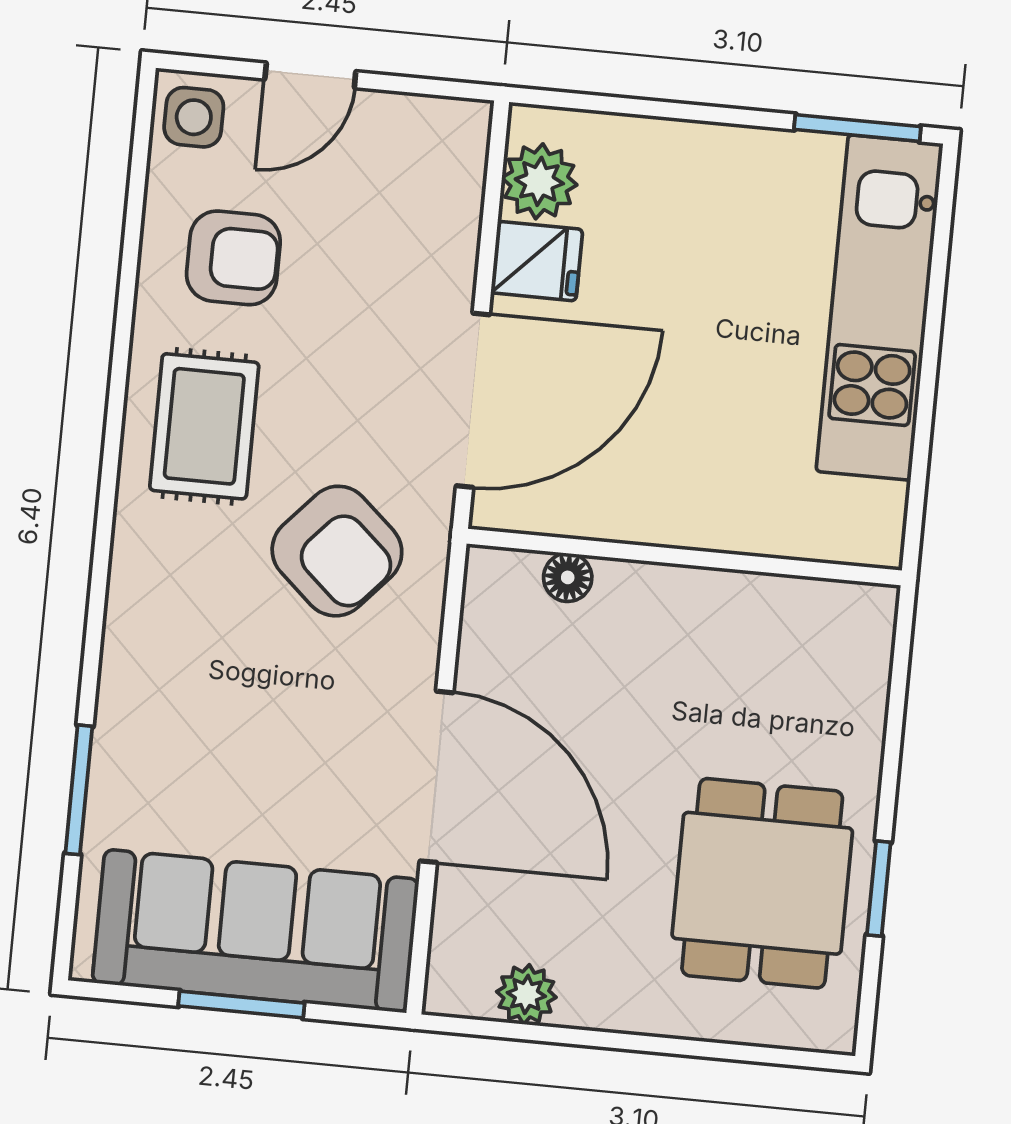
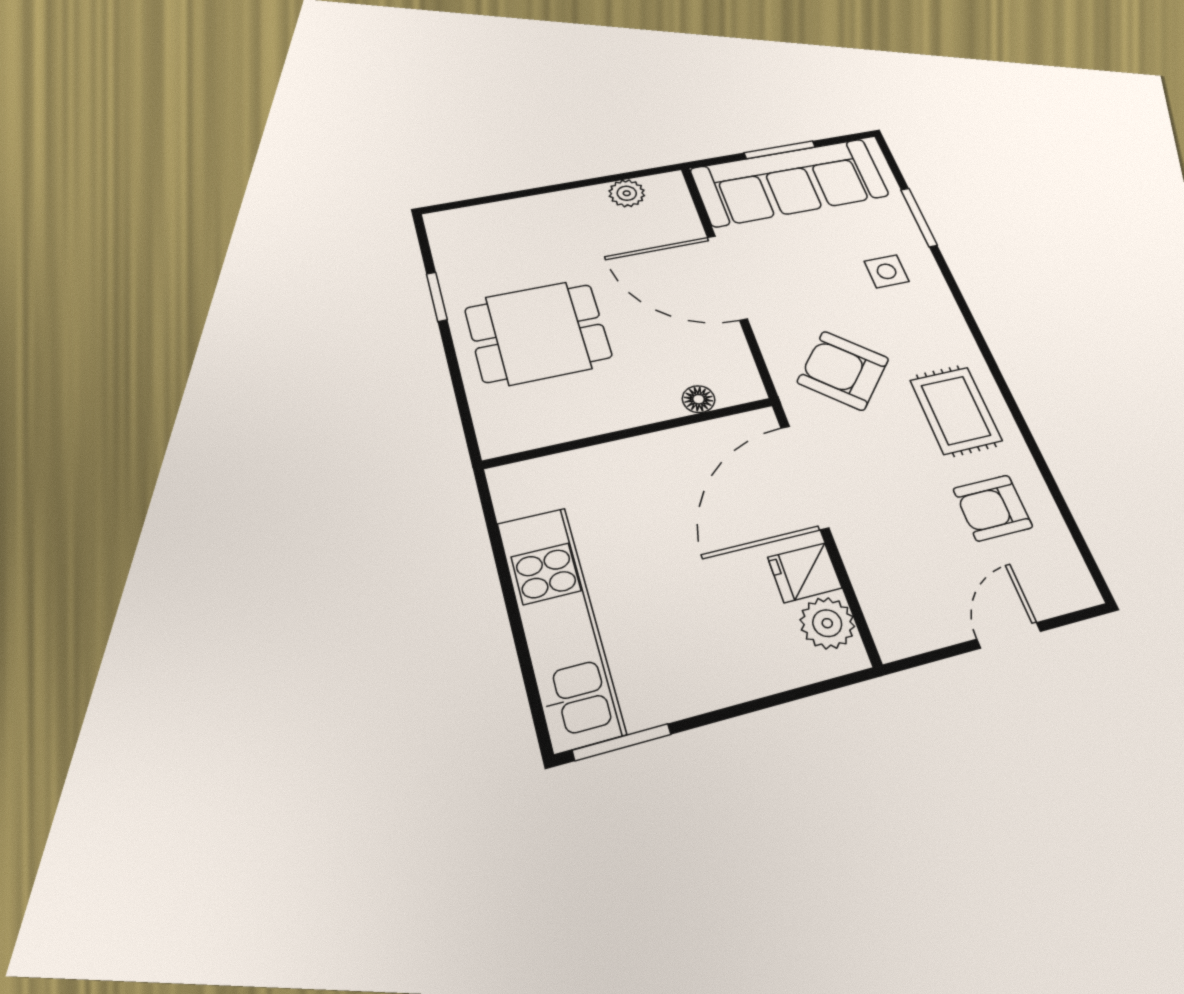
side table: (194, 117) -> (887, 271), moved
dining table: (762, 883) -> (538, 333), moved, turned 90

